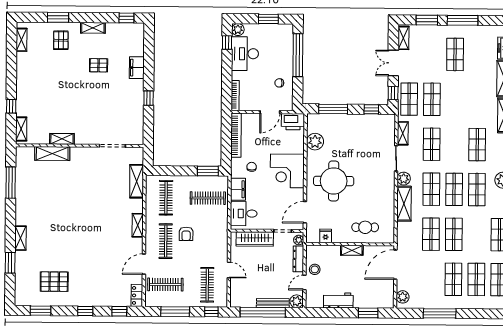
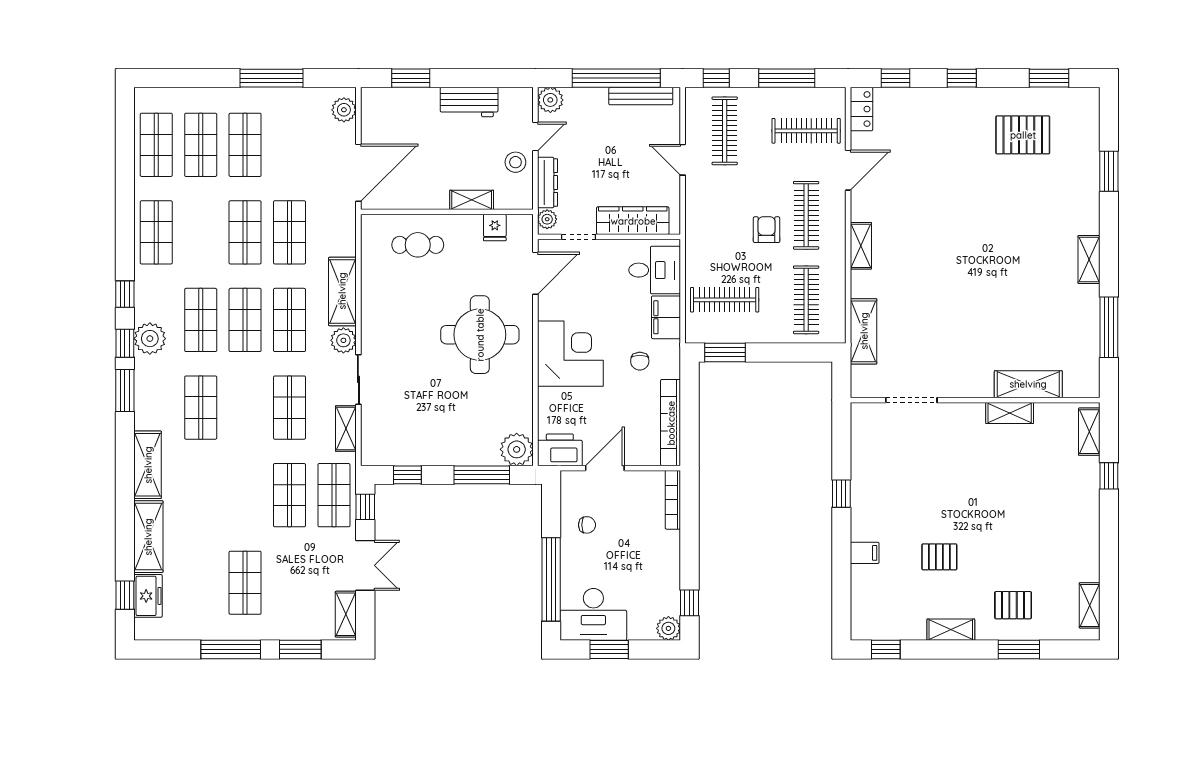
pallet: (61, 40) -> (1013, 605), turned 90
desk: (245, 54) -> (593, 614), moved, turned 90
filing cabinet: (137, 68) -> (865, 553), width x0.50
plant: (315, 142) -> (517, 449), moved
shelving: (20, 238) -> (1089, 259), moved
shelving: (352, 250) -> (472, 200), moved
bench: (273, 303) -> (641, 96), moved

